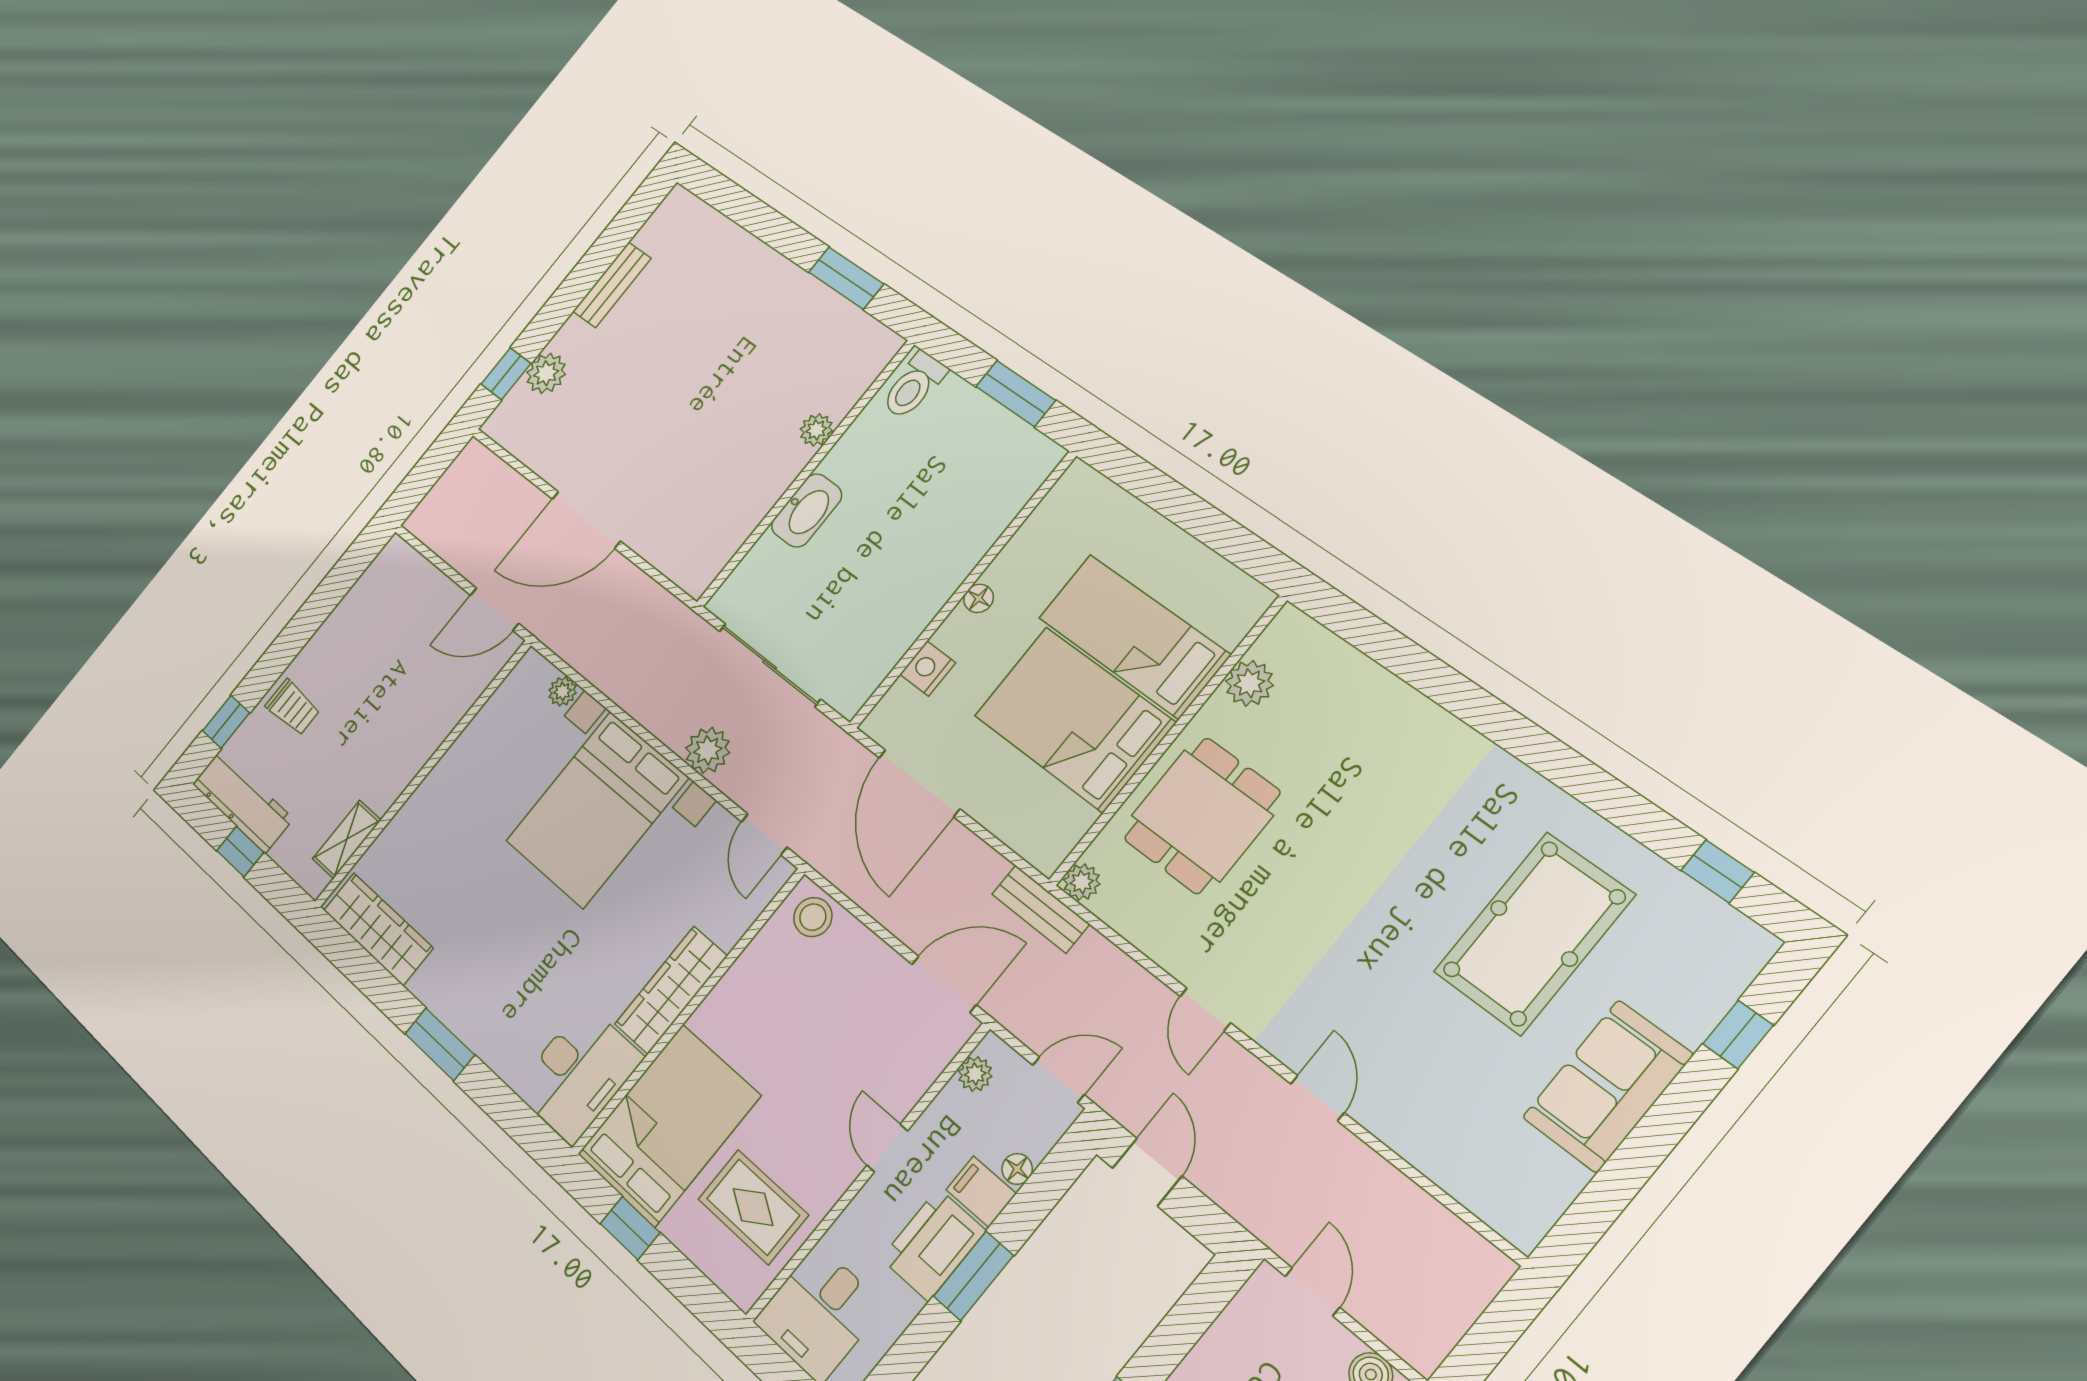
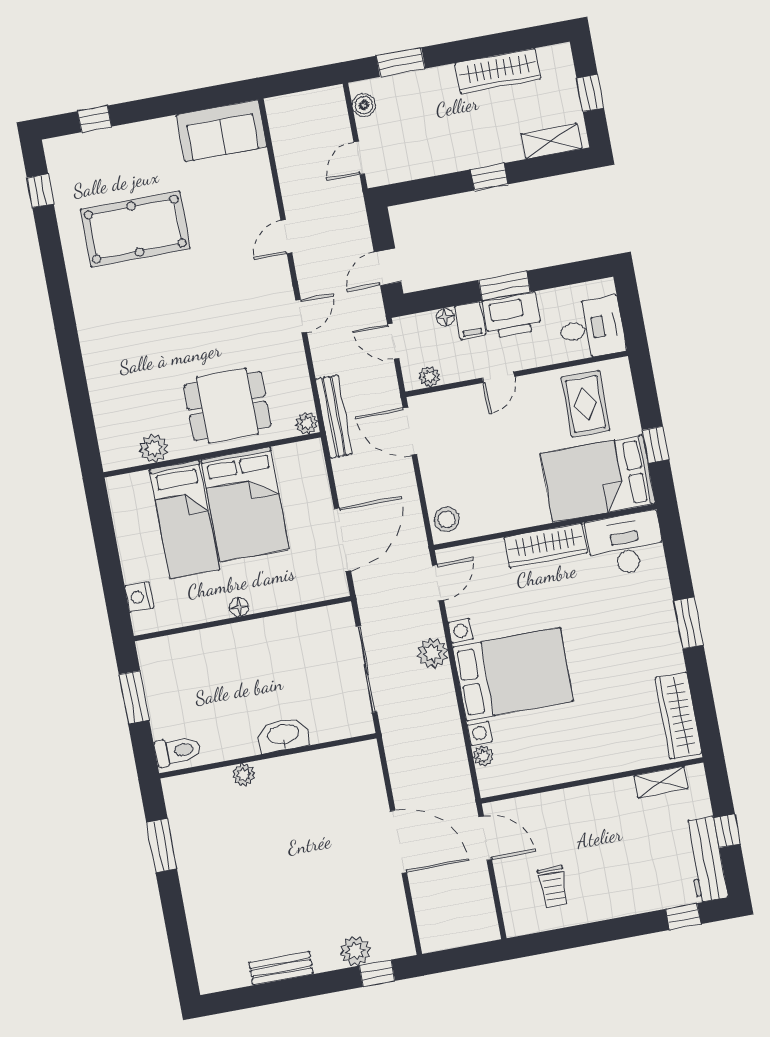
nightstand: (928, 669) -> (139, 597), moved, turned 90
trolley: (293, 707) -> (553, 887), moved, turned 180
bench: (1041, 909) -> (334, 417), width x1.36
sofa: (1608, 1086) -> (222, 131), moved

